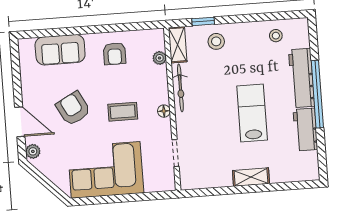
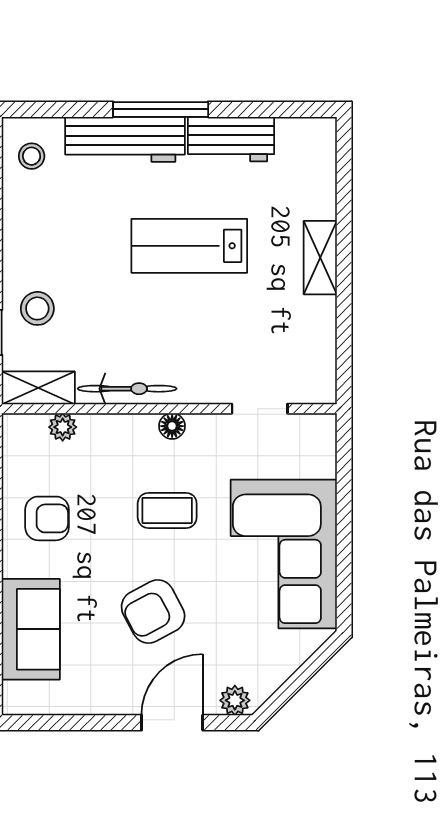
stool: (276, 36) -> (32, 156), moved
window: (317, 94) -> (161, 109), width x0.68
coffee table: (123, 112) -> (167, 510), turned 90

